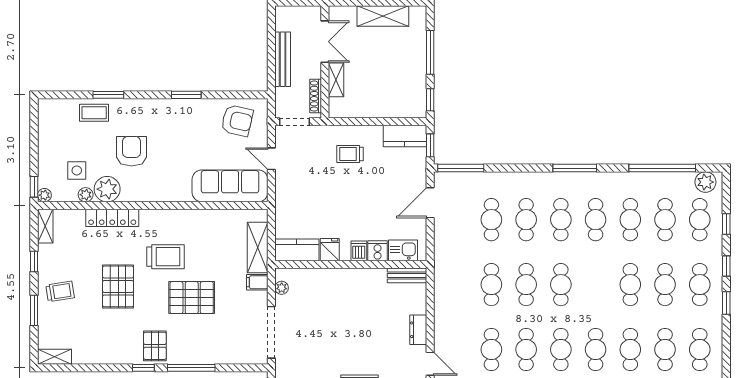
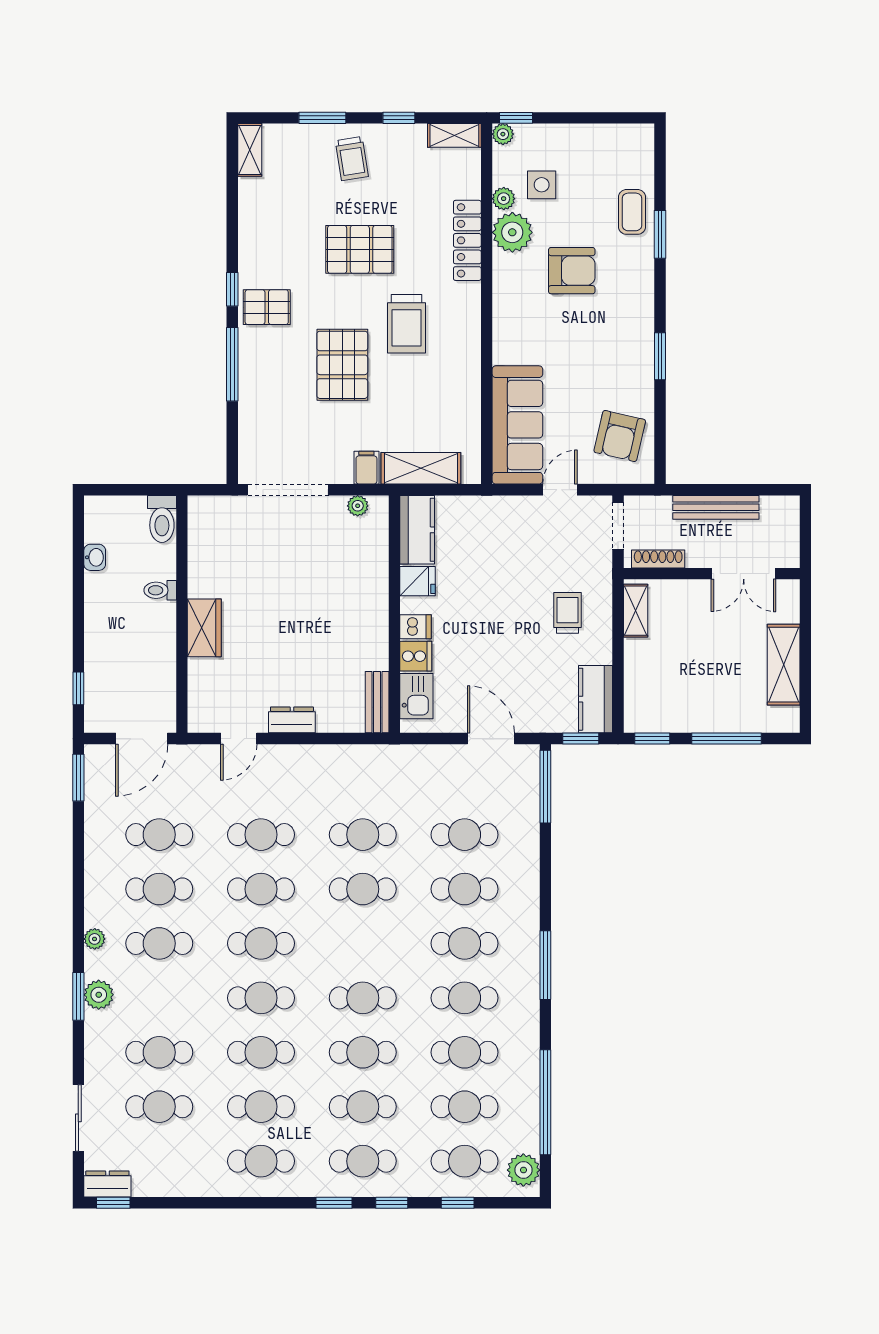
shelving: (336, 80) -> (636, 611), moved, turned 90
cafe table: (561, 285) -> (363, 998), moved

